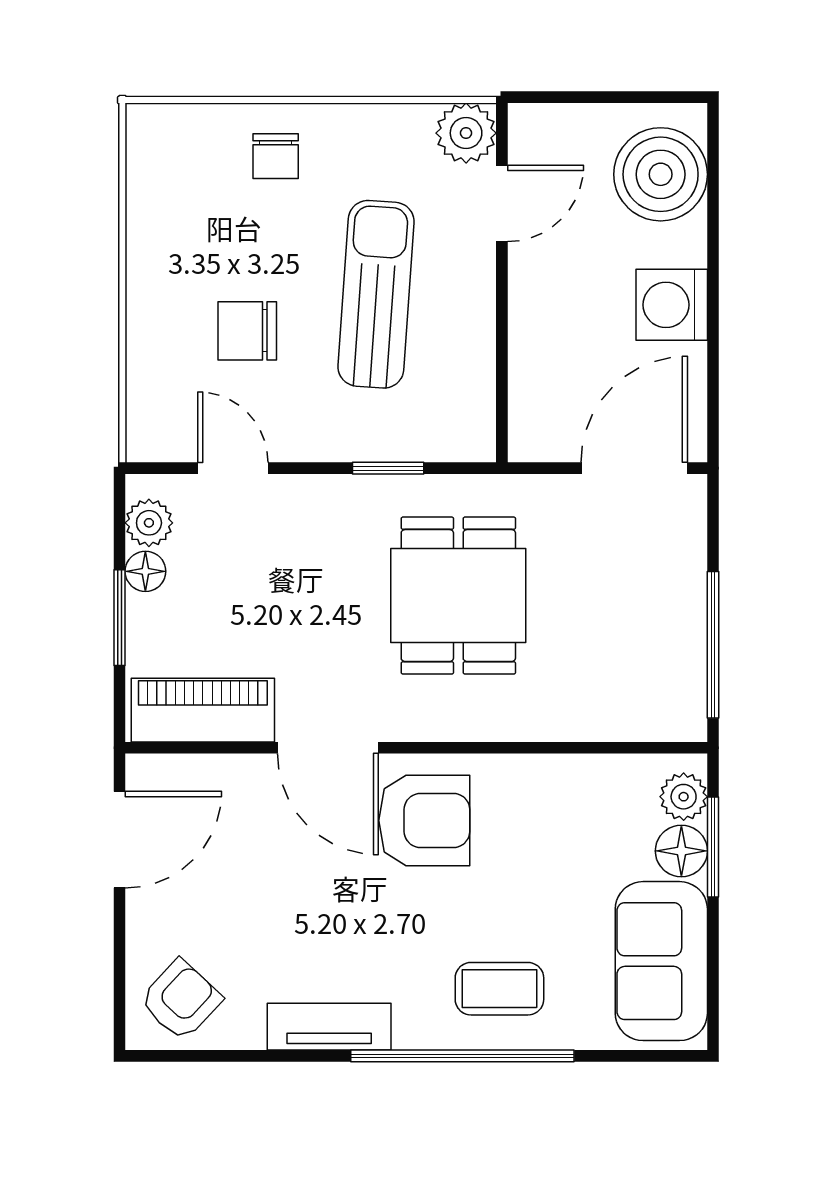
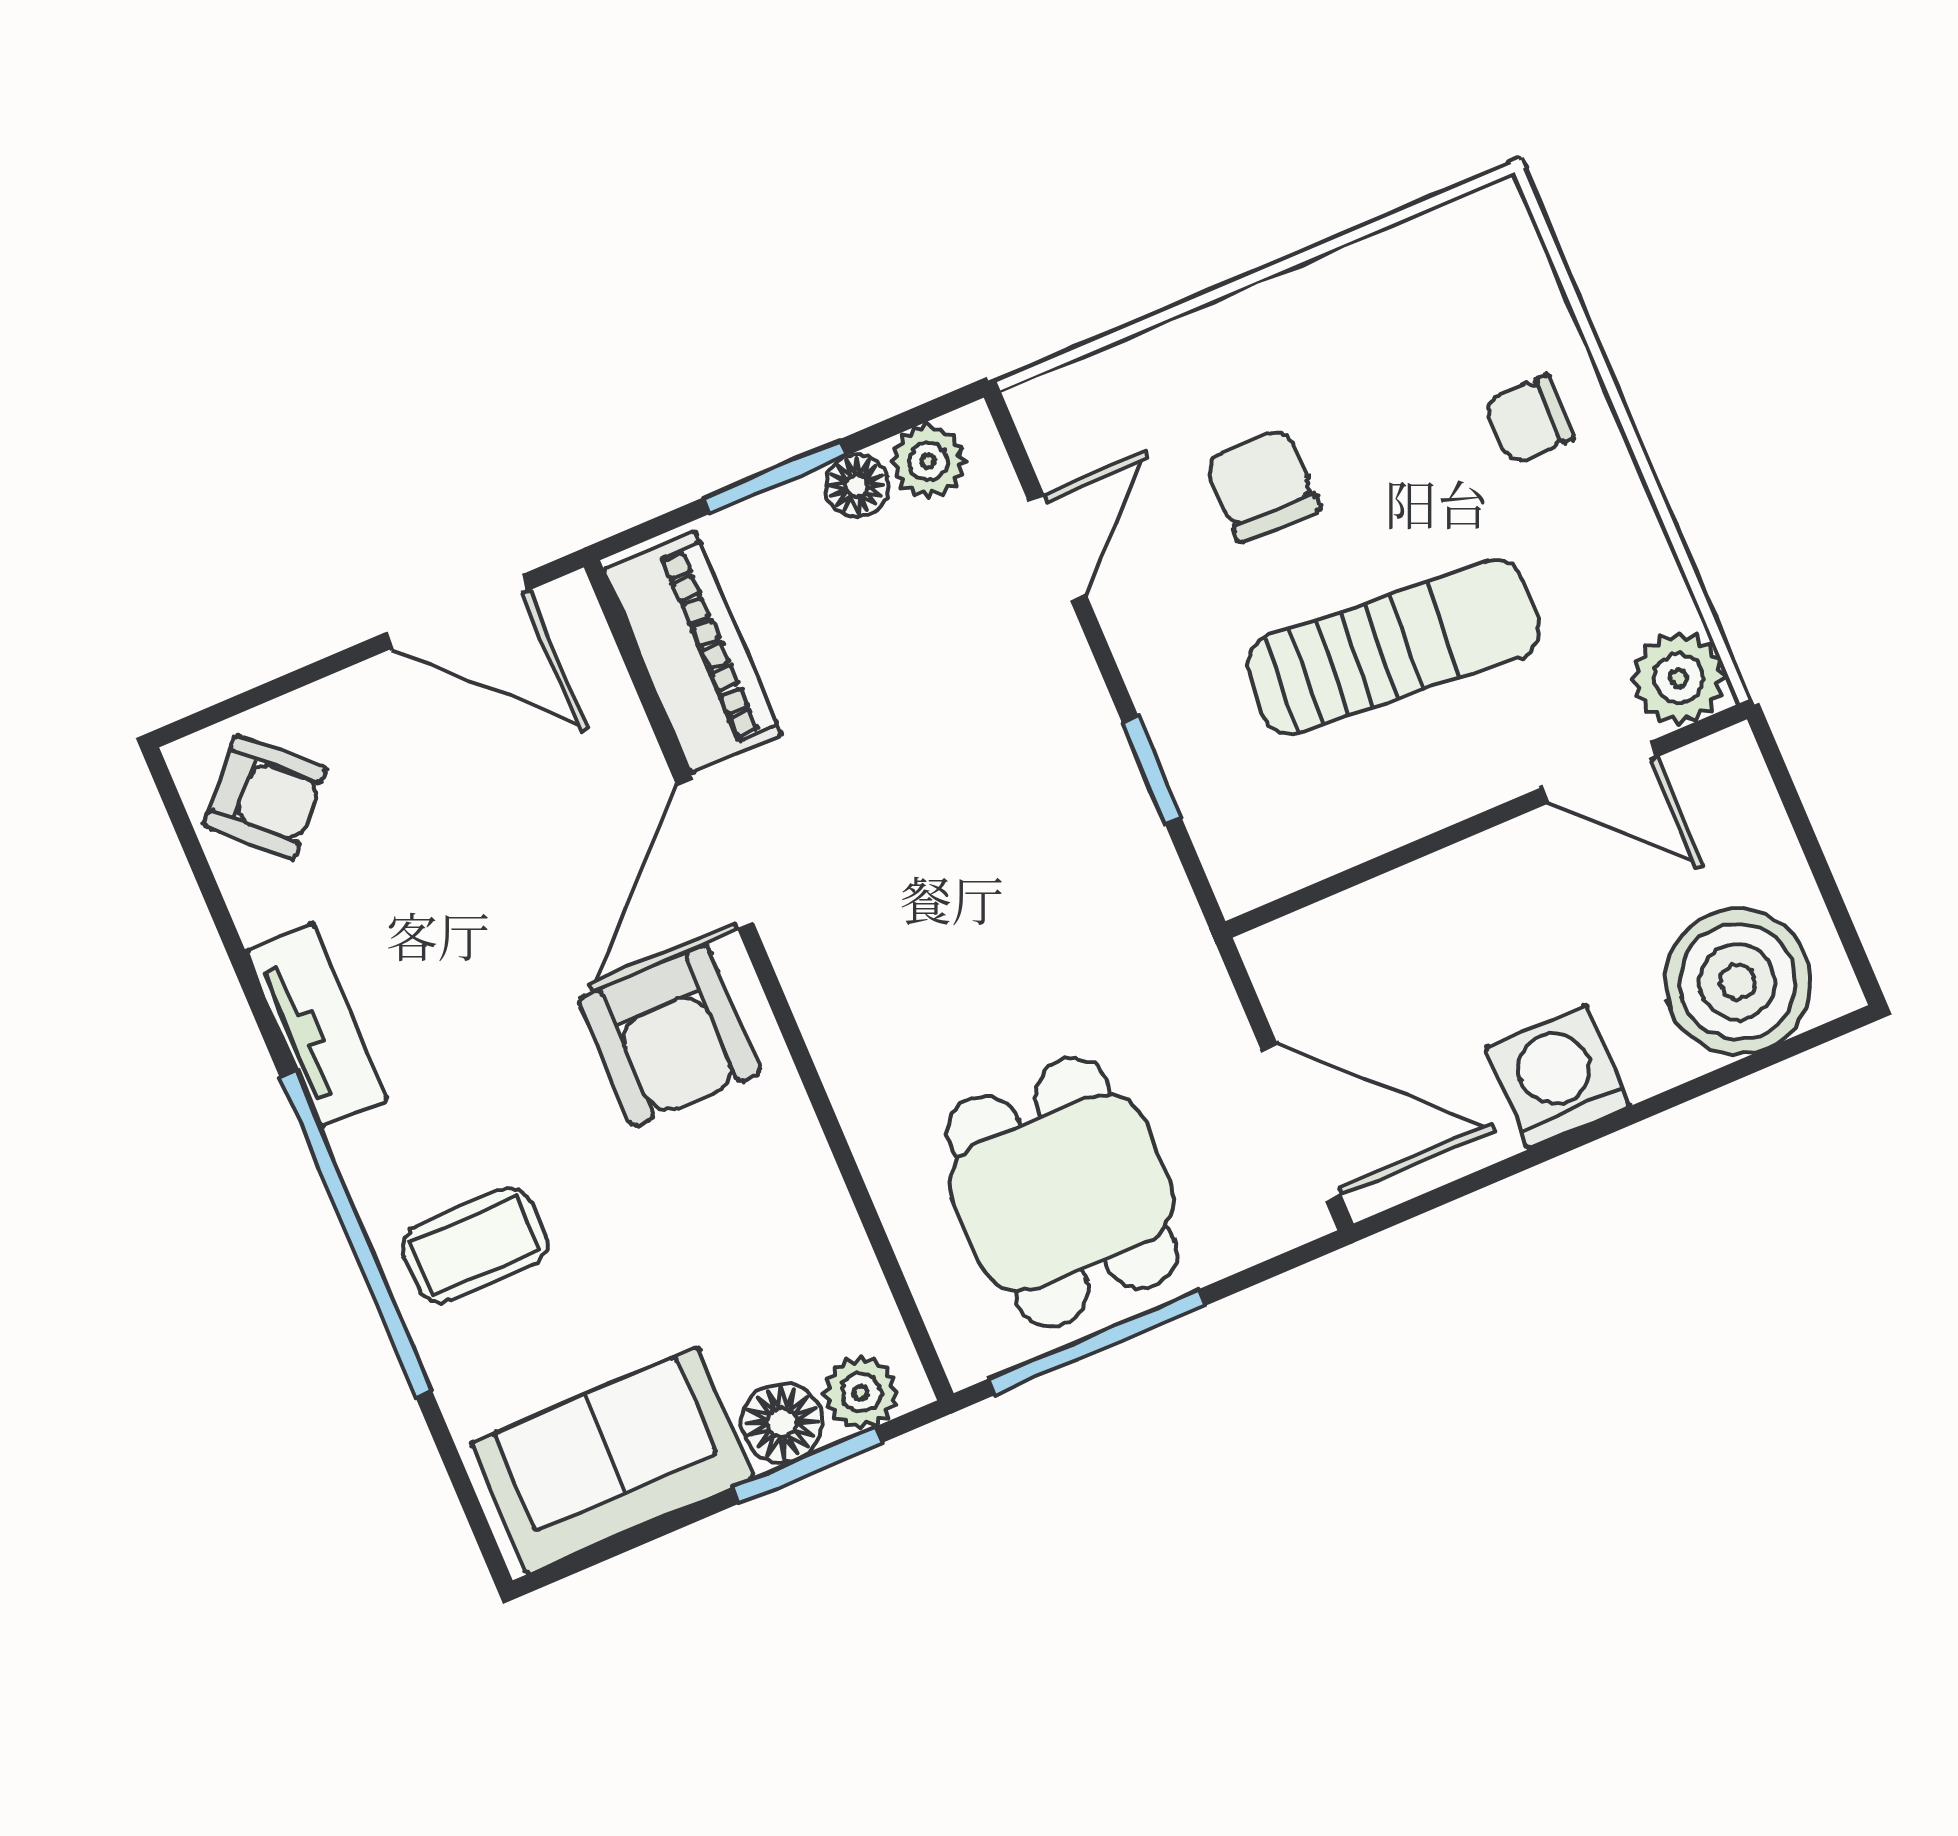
dining table: (458, 596) -> (1062, 1192), moved, turned 90
coffee table: (499, 989) -> (474, 1246), turned 90

